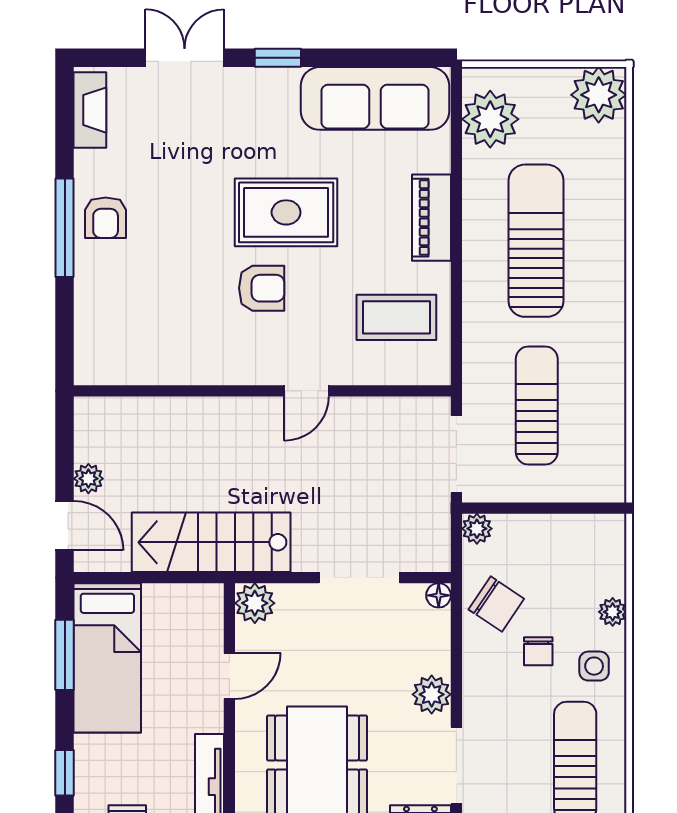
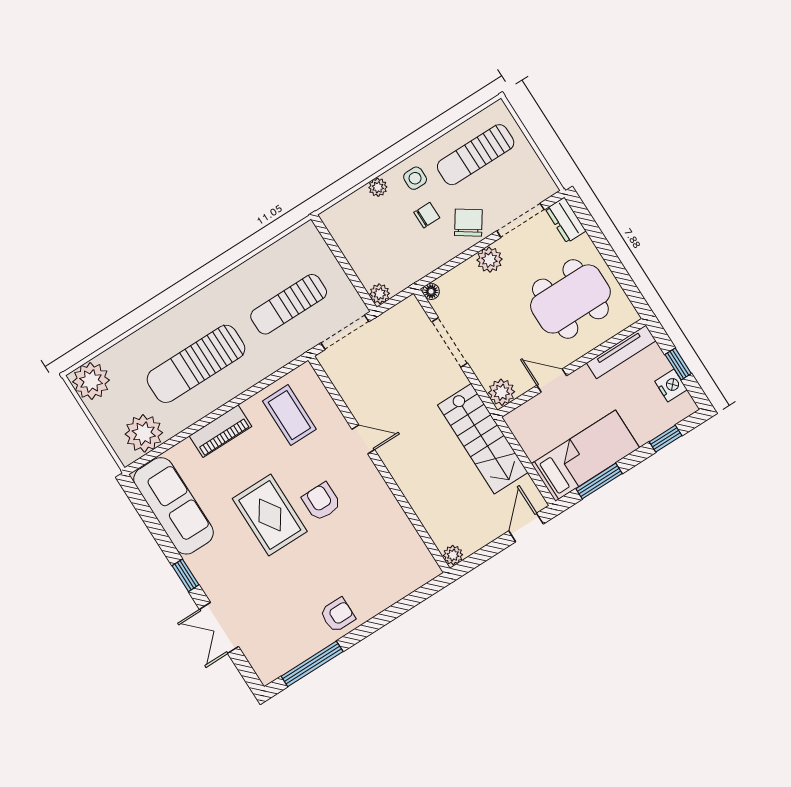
fireplace: (90, 110) -> (283, 663), removed
window: (65, 228) -> (312, 664), moved
plant: (88, 479) -> (453, 555), moved
chair: (496, 604) -> (468, 223), moved

